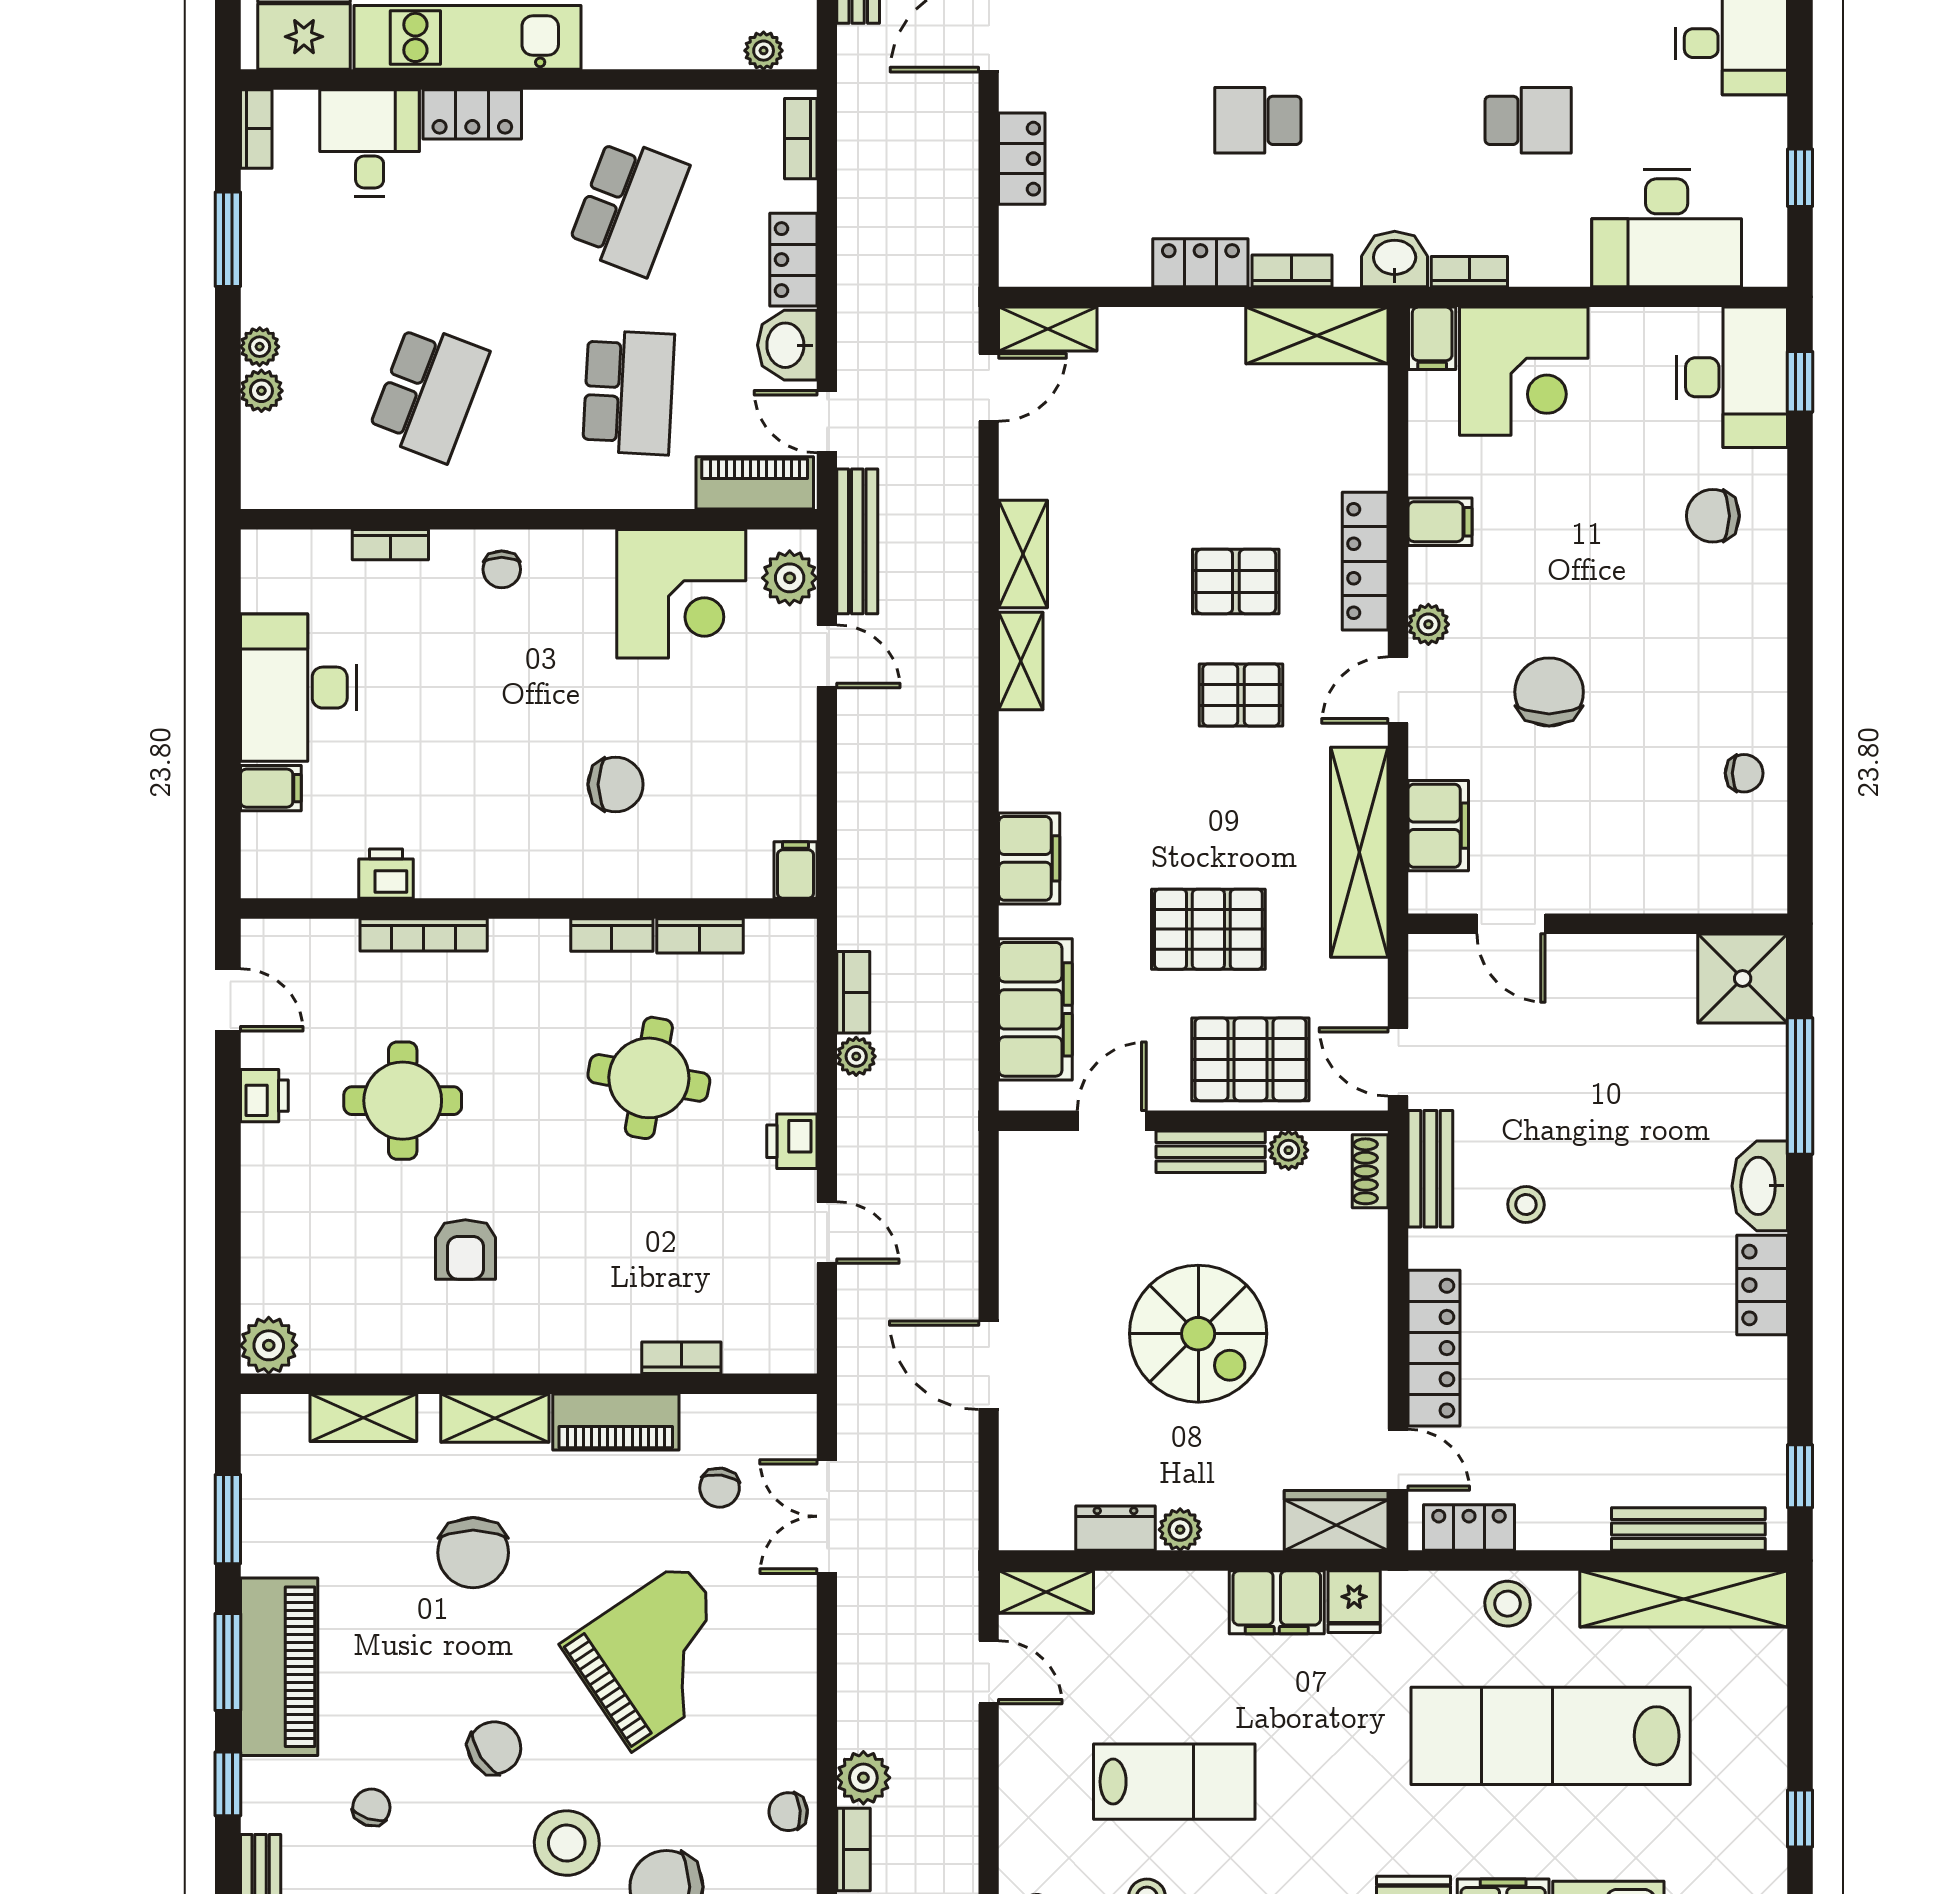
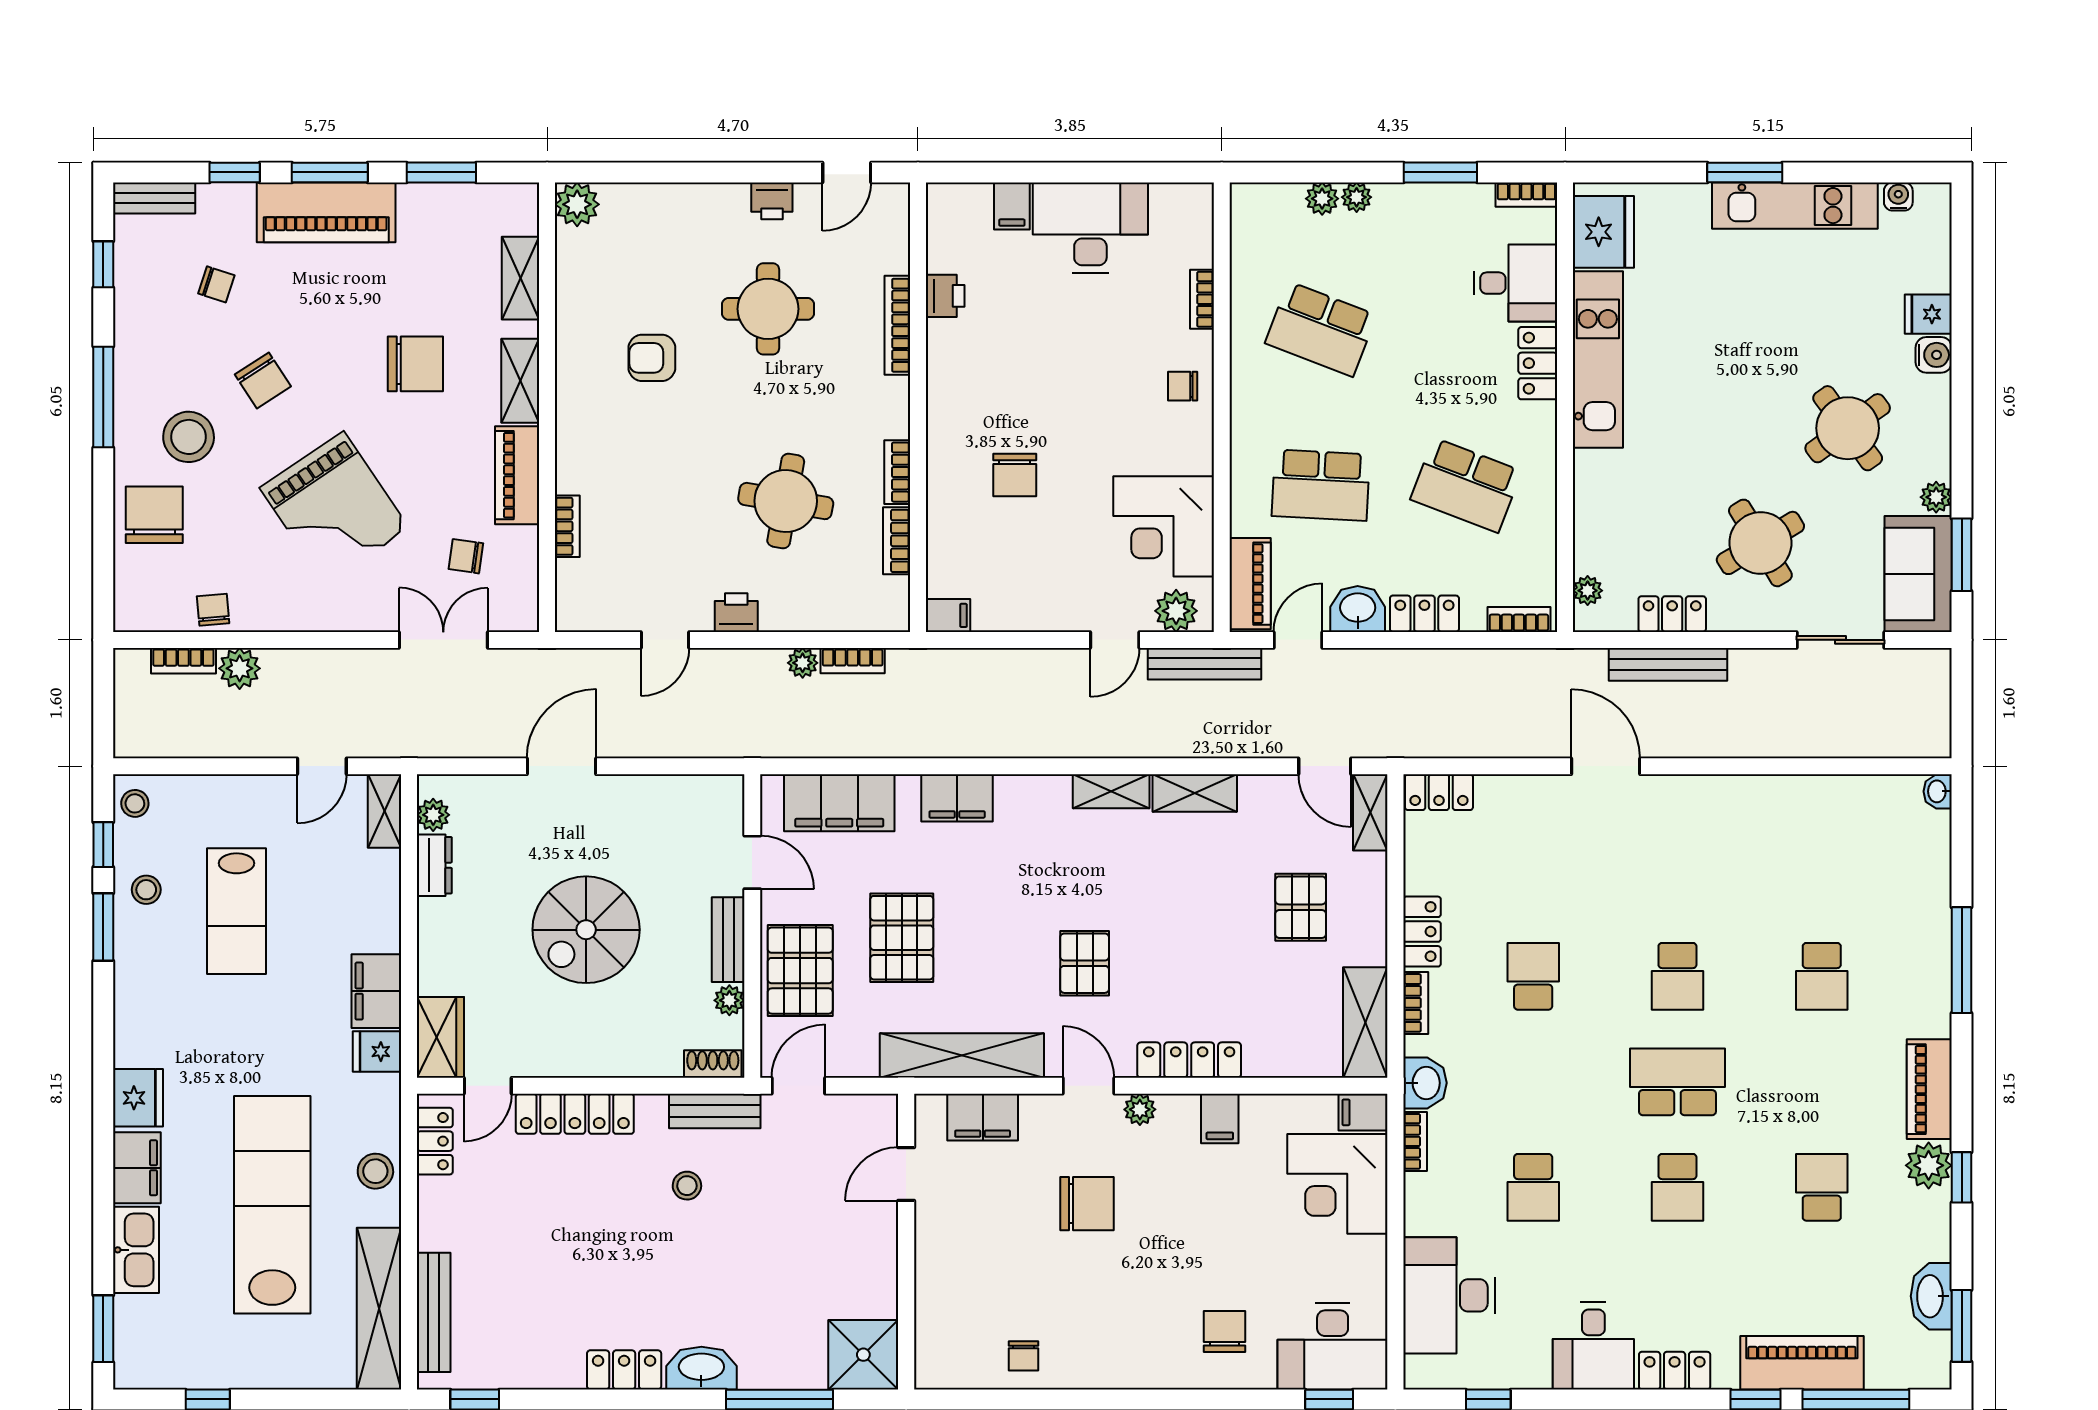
locker: (1022, 159) -> (1439, 792), moved
pallet: (1236, 581) -> (1301, 907), moved
plant: (1180, 1530) -> (433, 815), moved
chair: (473, 1553) -> (415, 364), turned 180

